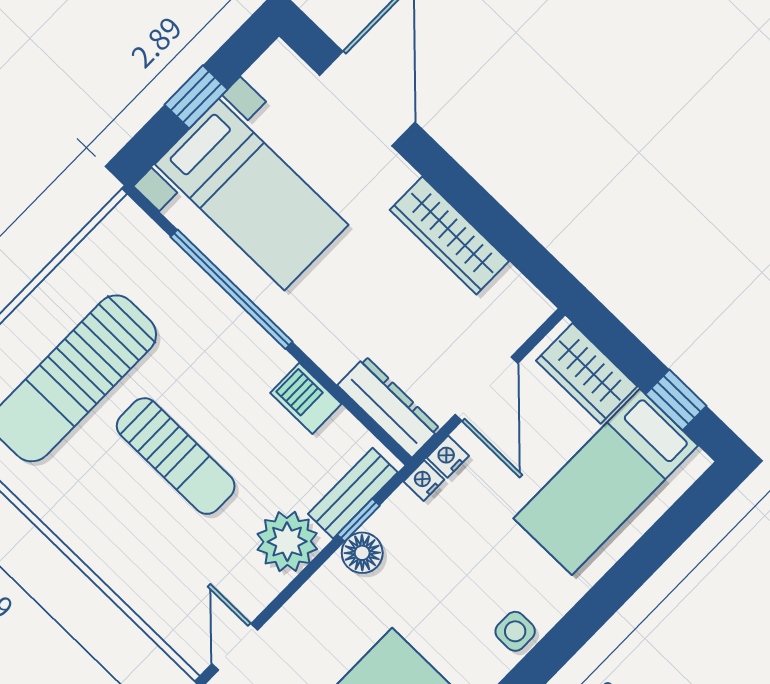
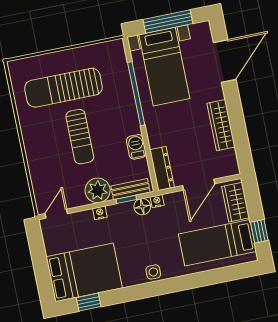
window: (196, 97) -> (168, 22), width x2.17
nightstand: (448, 457) -> (100, 213), moved
floor lamp: (362, 553) -> (142, 207), moved

